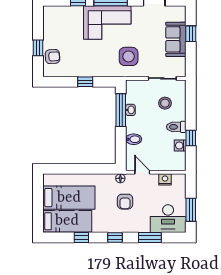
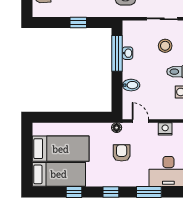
armchair: (125, 202) -> (122, 153), turned 180

